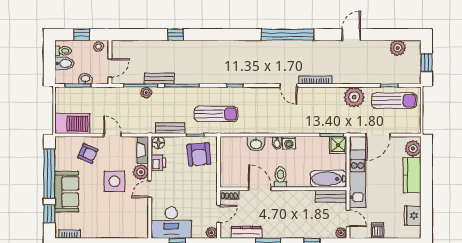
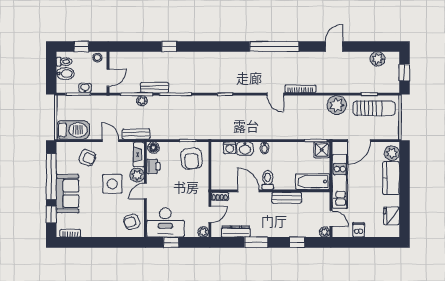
sun lounger: (216, 114) -> (207, 121), removed
bench: (170, 128) -> (136, 134), moved
washing machine: (289, 143) -> (230, 148), moved
bench: (331, 196) -> (287, 198), moved
armchair: (135, 222) -> (132, 222), added

